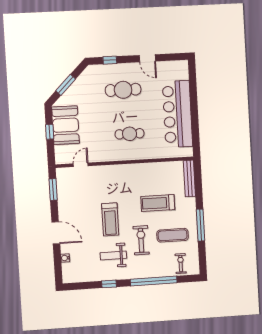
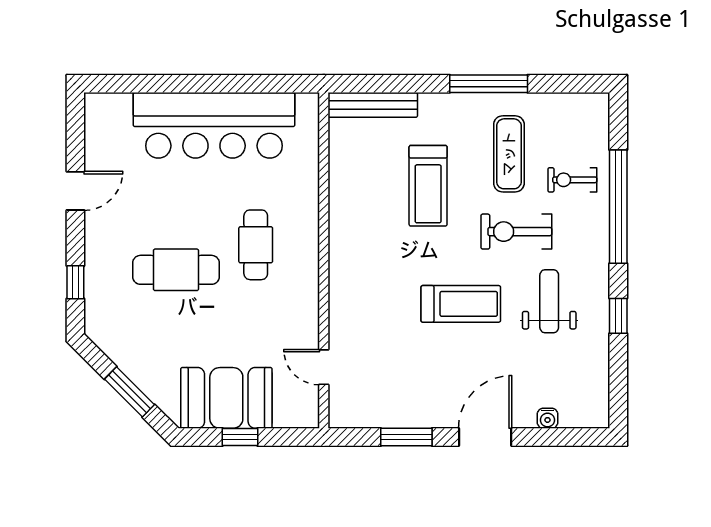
cafe table: (123, 90) -> (176, 270), moved, turned 90
window: (53, 189) -> (406, 437), moved
weight bench: (113, 255) -> (549, 301), turned 180
exercise bike: (181, 264) -> (572, 180), moved

